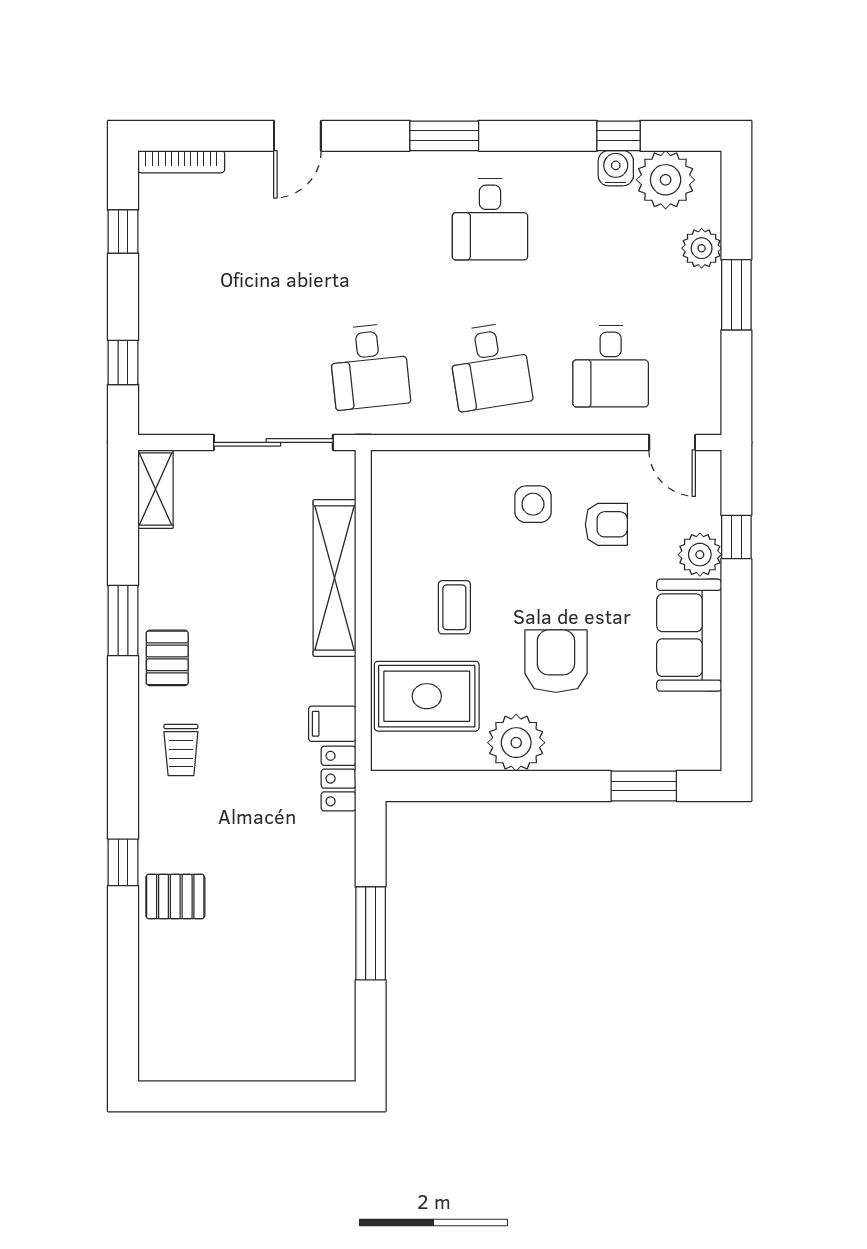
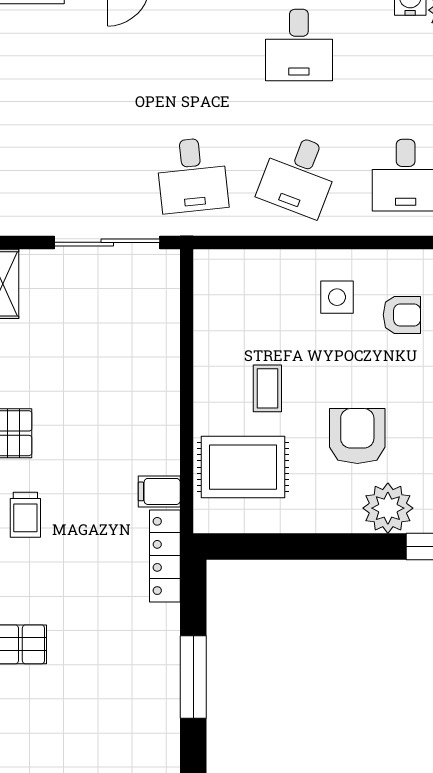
desk: (490, 366) -> (299, 175), turned 30
shelving: (334, 578) -> (161, 362), removed
plant: (516, 743) -> (388, 508), moved
locker: (339, 779) -> (165, 556), width x1.53

